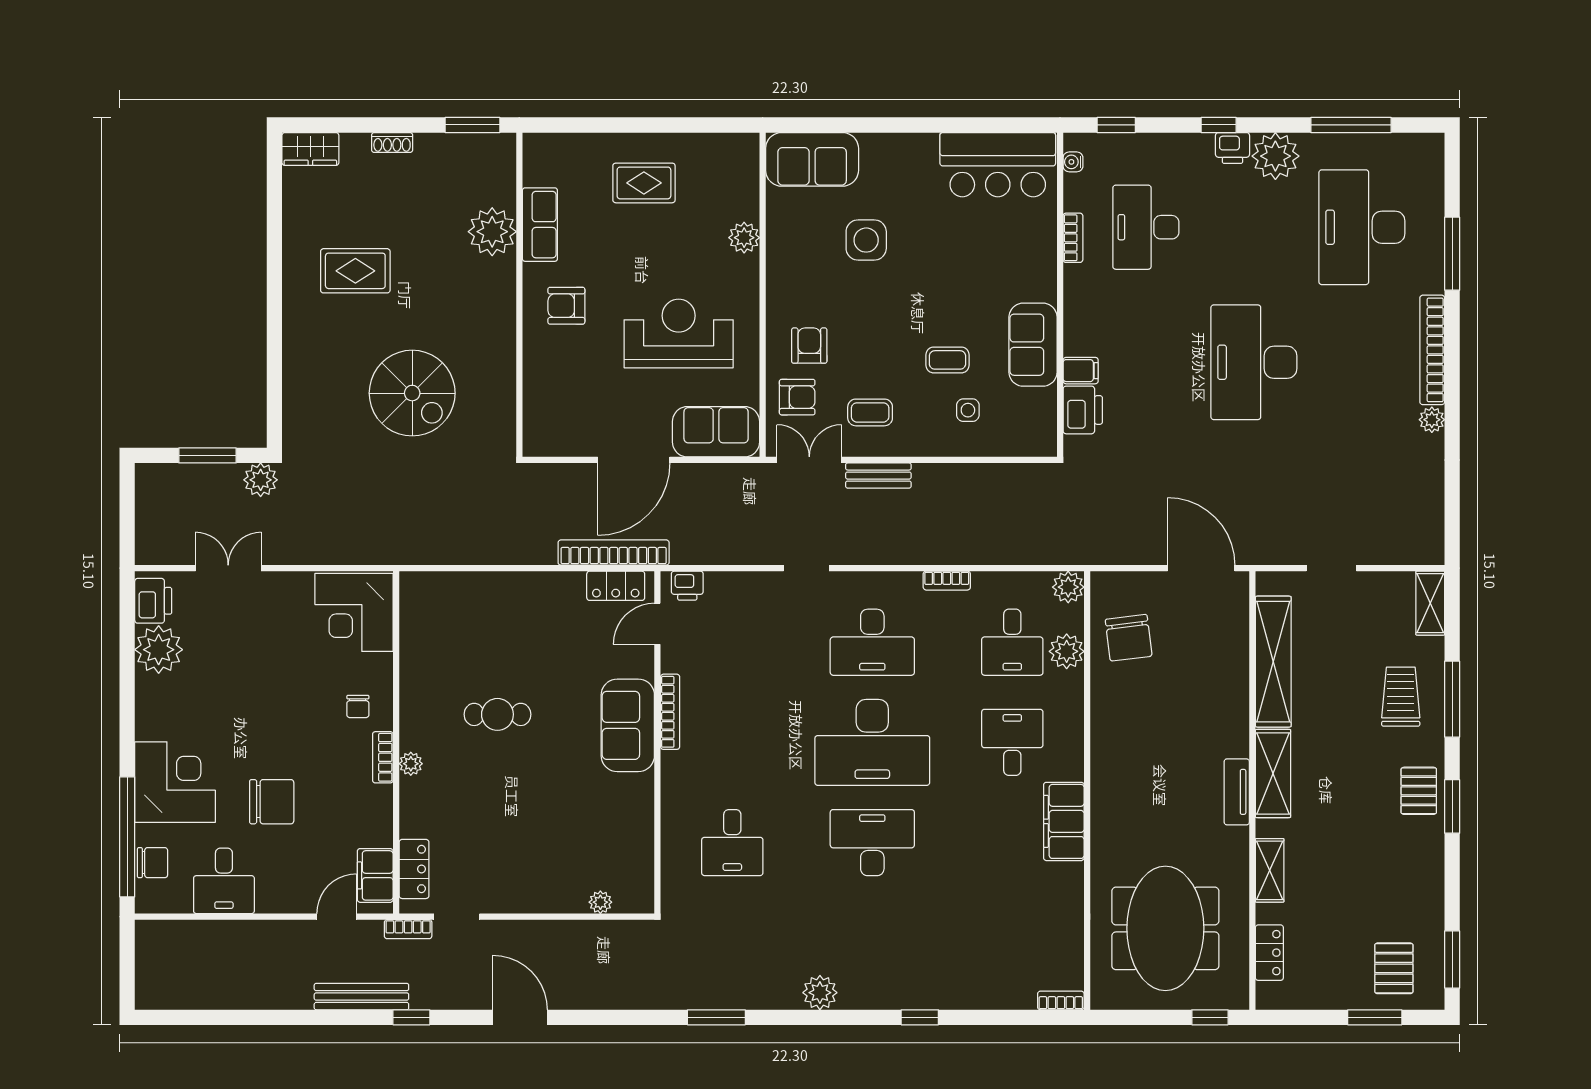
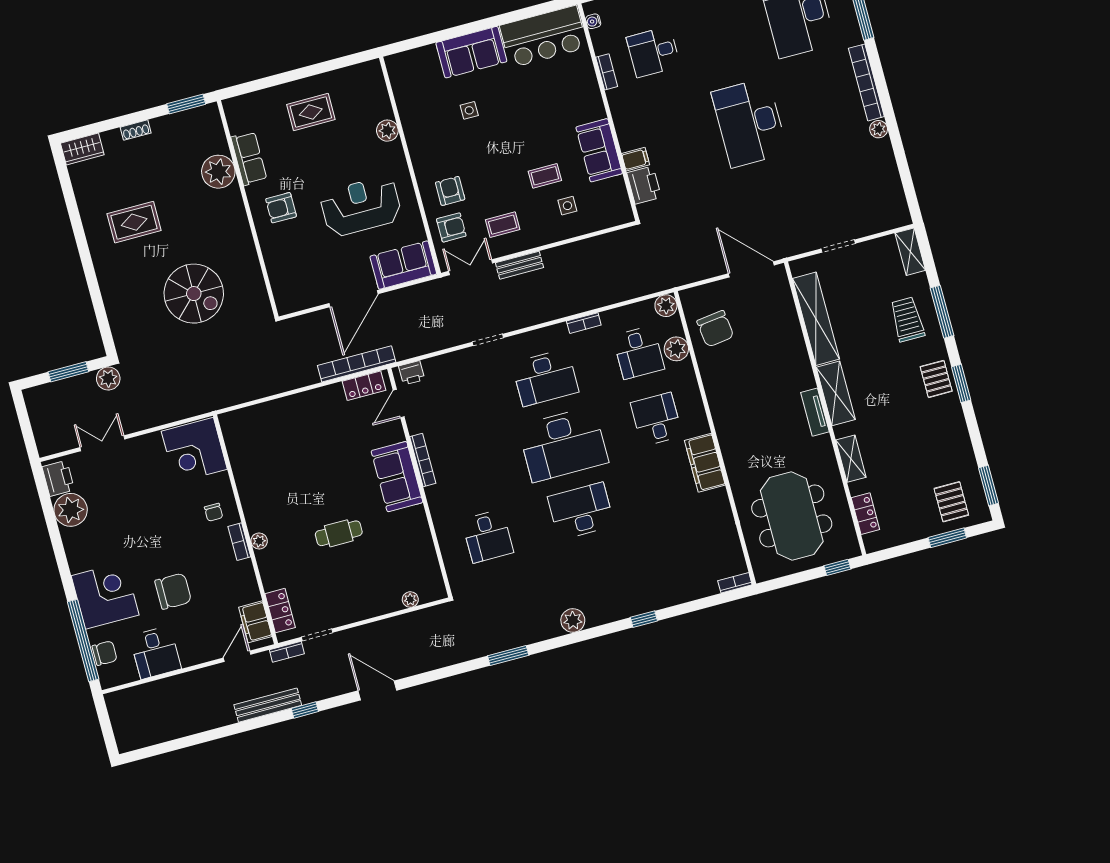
sofa: (812, 159) -> (471, 52), moved
desk: (1146, 227) -> (653, 52), width x0.73
side table: (866, 240) -> (469, 110), width x0.54, depth x0.54
cafe table: (497, 714) -> (339, 533), moved

